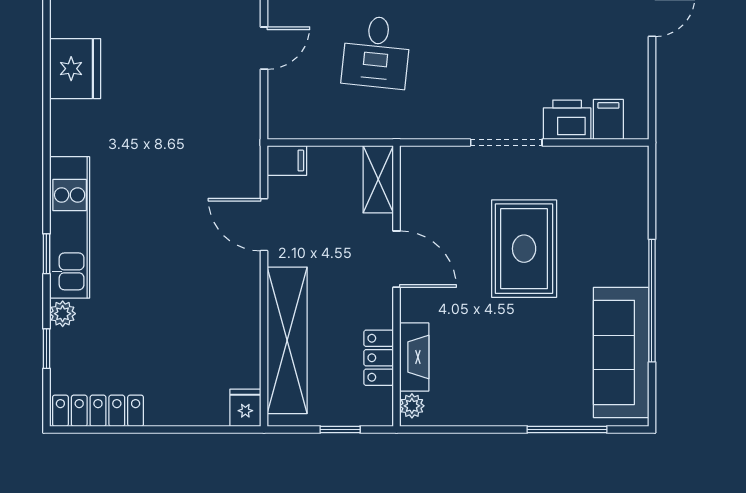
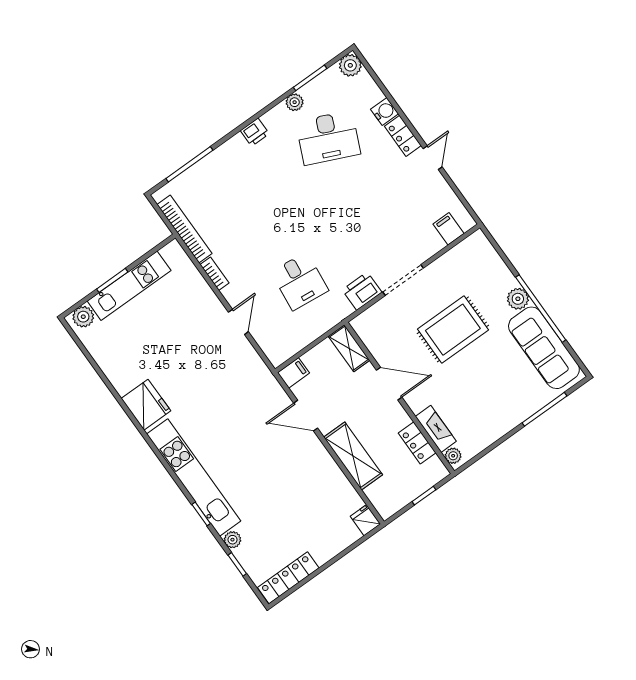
printer: (567, 120) -> (362, 291), moved
kitchen unit: (70, 227) -> (194, 478), width x1.36
rug: (524, 249) -> (453, 330), turned 90
plant: (632, 268) -> (518, 299), added
shelving: (287, 340) -> (353, 456), width x0.68

